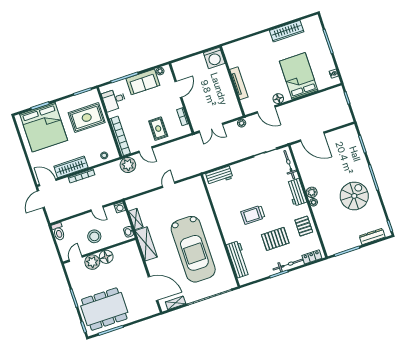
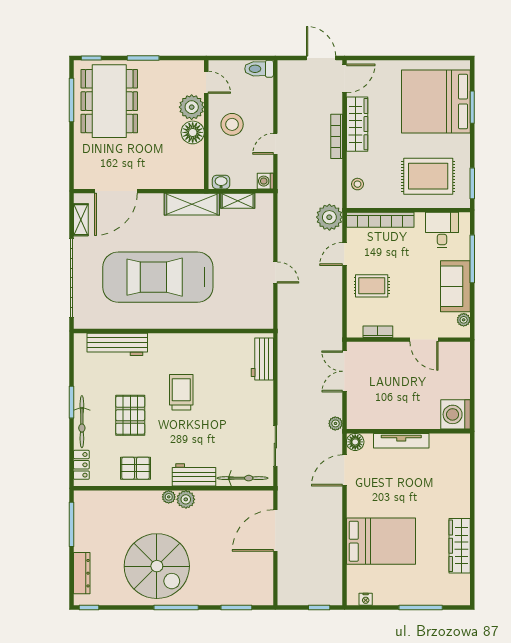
floor lamp: (278, 99) -> (355, 442), moved
rug: (87, 118) -> (428, 176), turned 90
spiral stairs: (354, 196) -> (157, 566), width x1.37, depth x1.37

